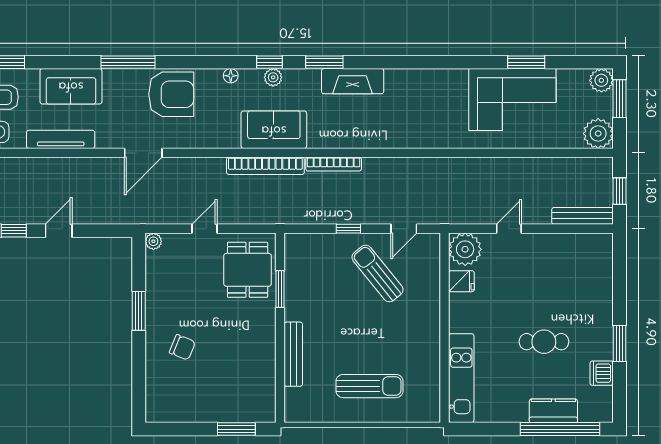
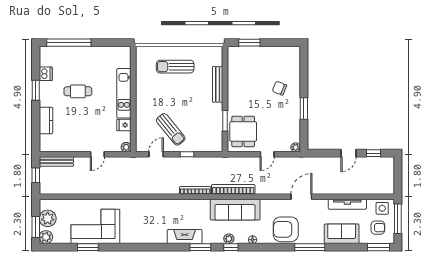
sofa: (274, 130) -> (235, 210), width x1.36
plant: (598, 134) -> (48, 218), moved
plant: (465, 249) -> (126, 147), width x0.53, depth x0.53
kitchen unit: (461, 378) -> (124, 93), moved
kitchen counter: (553, 411) -> (46, 120), moved, turned -90

